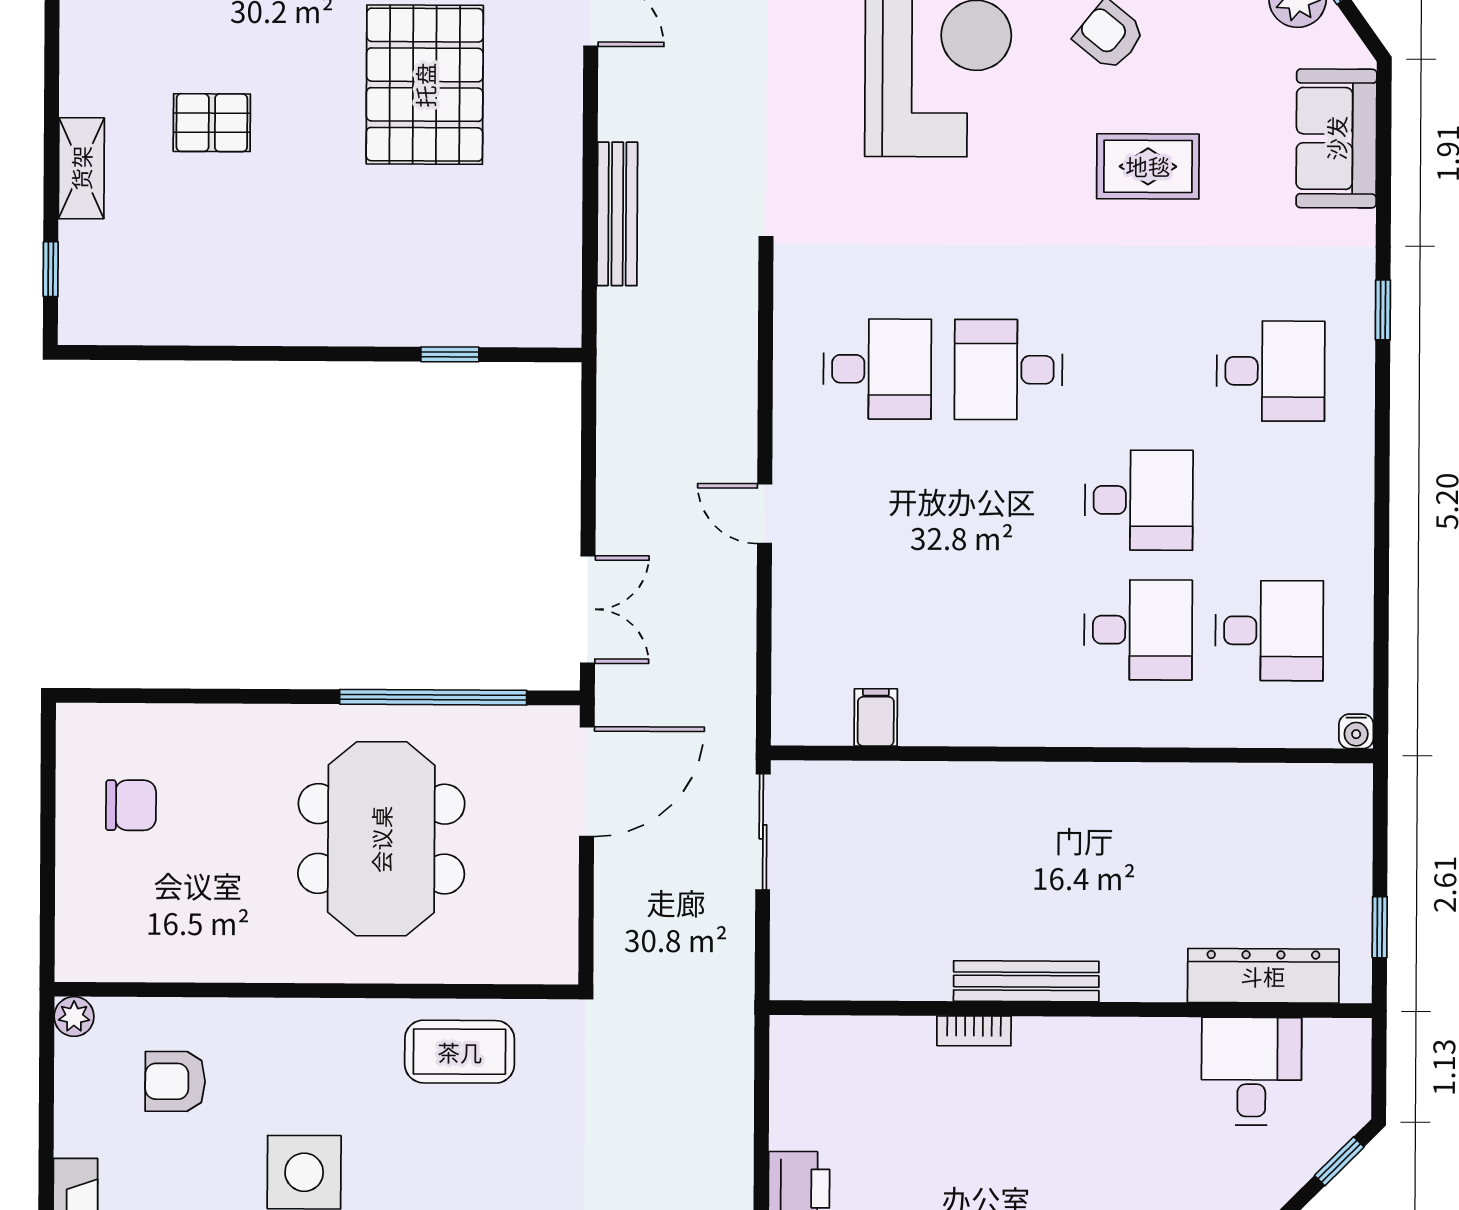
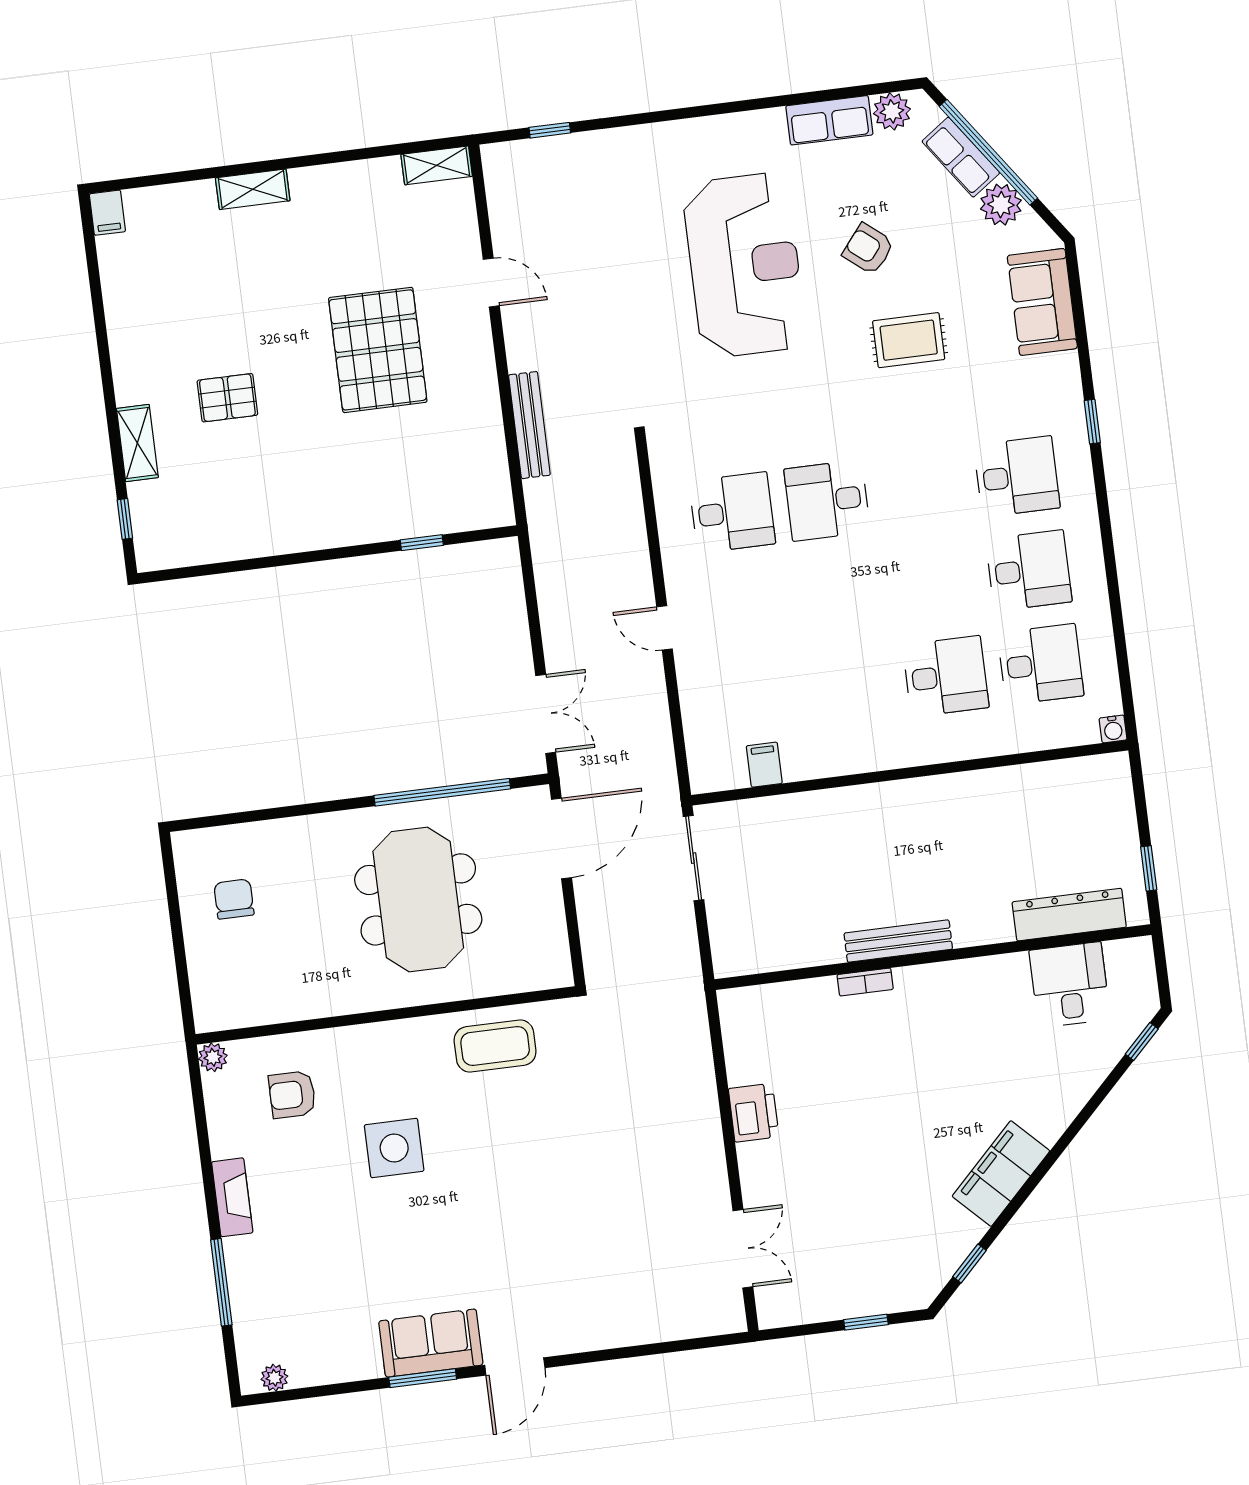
desk: (1139, 500) -> (1029, 570), moved
chair: (131, 805) -> (234, 899), turned -90

